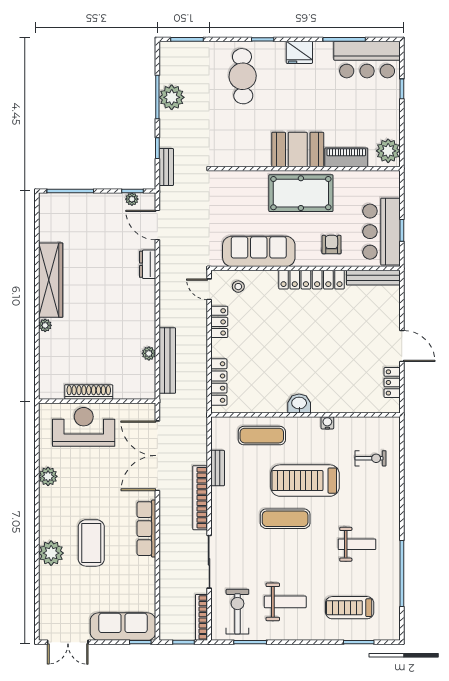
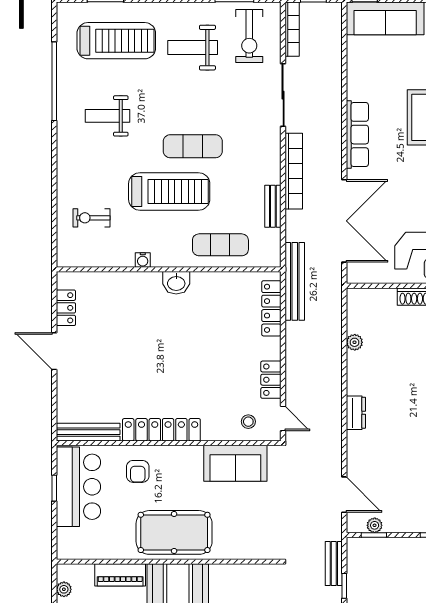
plant: (388, 151) -> (64, 589), width x0.53, depth x0.53
sofa: (259, 251) -> (235, 463), width x0.73
dresser: (148, 264) -> (356, 413), moved
bench: (167, 360) -> (295, 281), moved
treadmill: (350, 608) -> (116, 41), width x1.37, depth x1.38

